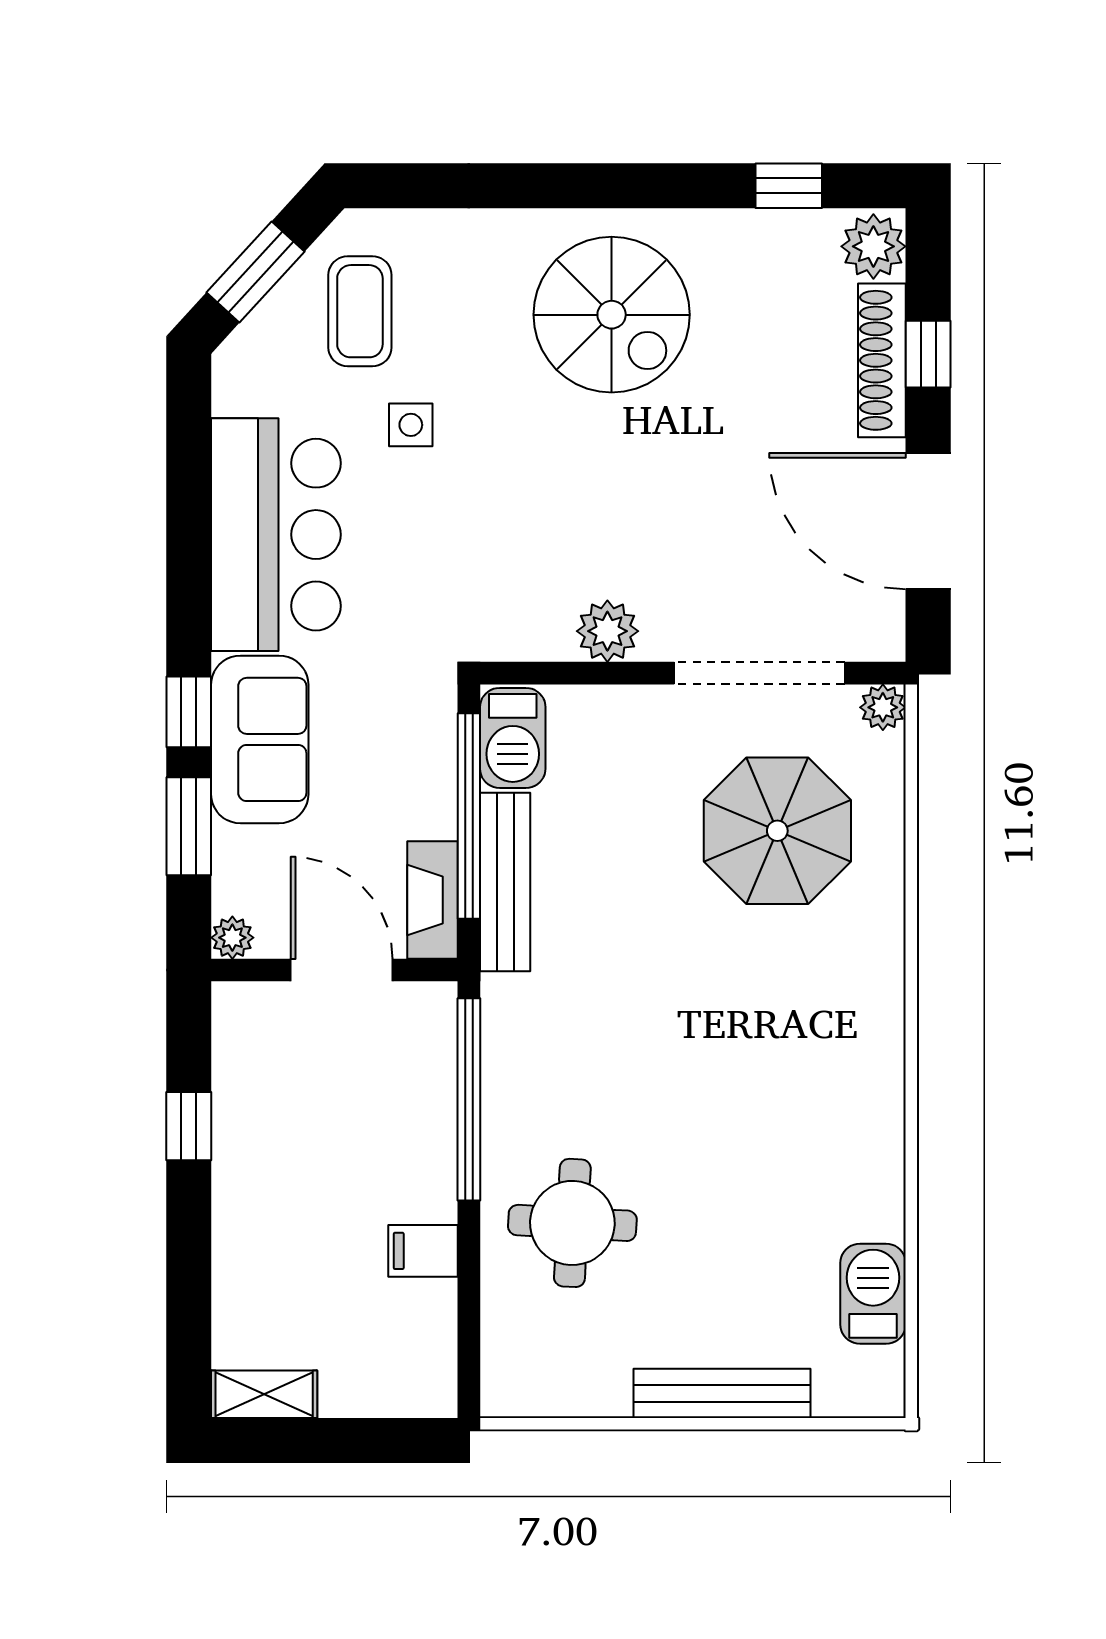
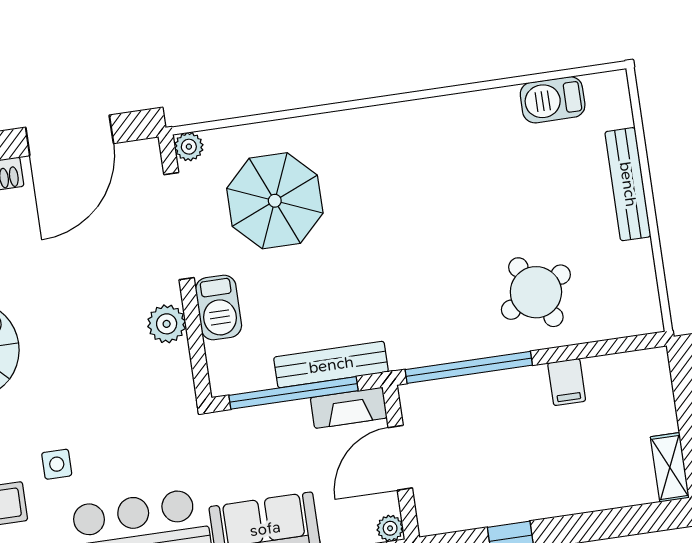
barbecue: (513, 738) -> (219, 307), moved, turned 90
round table: (572, 1223) -> (536, 292), turned -30

